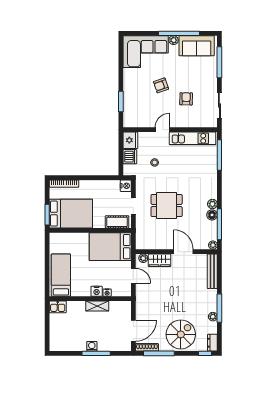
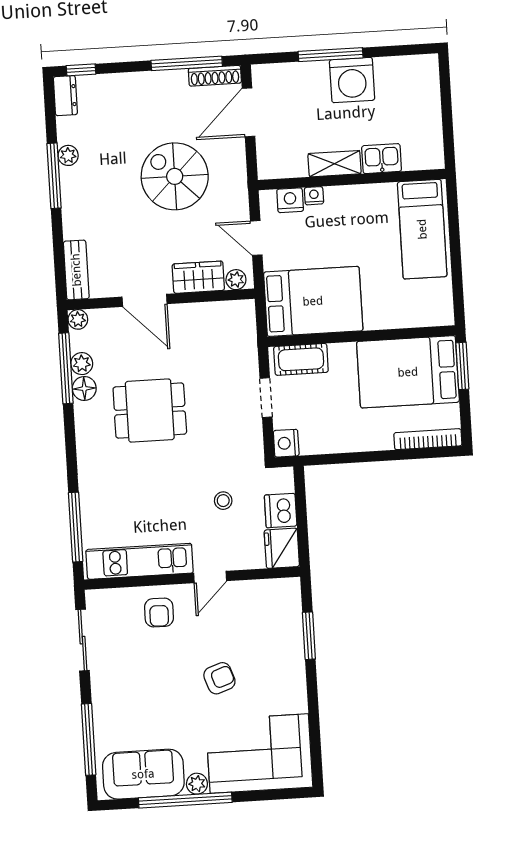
armchair: (186, 99) -> (159, 612), moved
plant: (212, 204) -> (82, 364), moved
dining table: (167, 205) -> (150, 411), moved
bench: (212, 271) -> (76, 270), width x0.73
nightstand: (97, 291) -> (290, 200), moved
kitchen sink: (58, 307) -> (382, 159), moved
spiral stairs: (181, 334) -> (175, 176), moved, turned 90
washing machine: (92, 346) -> (352, 80), width x1.89, depth x1.89

